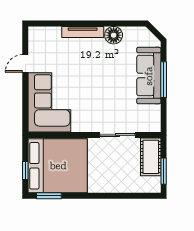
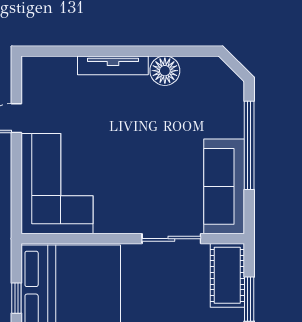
sofa: (149, 76) -> (224, 186), moved
window: (164, 80) -> (249, 145), width x1.46

